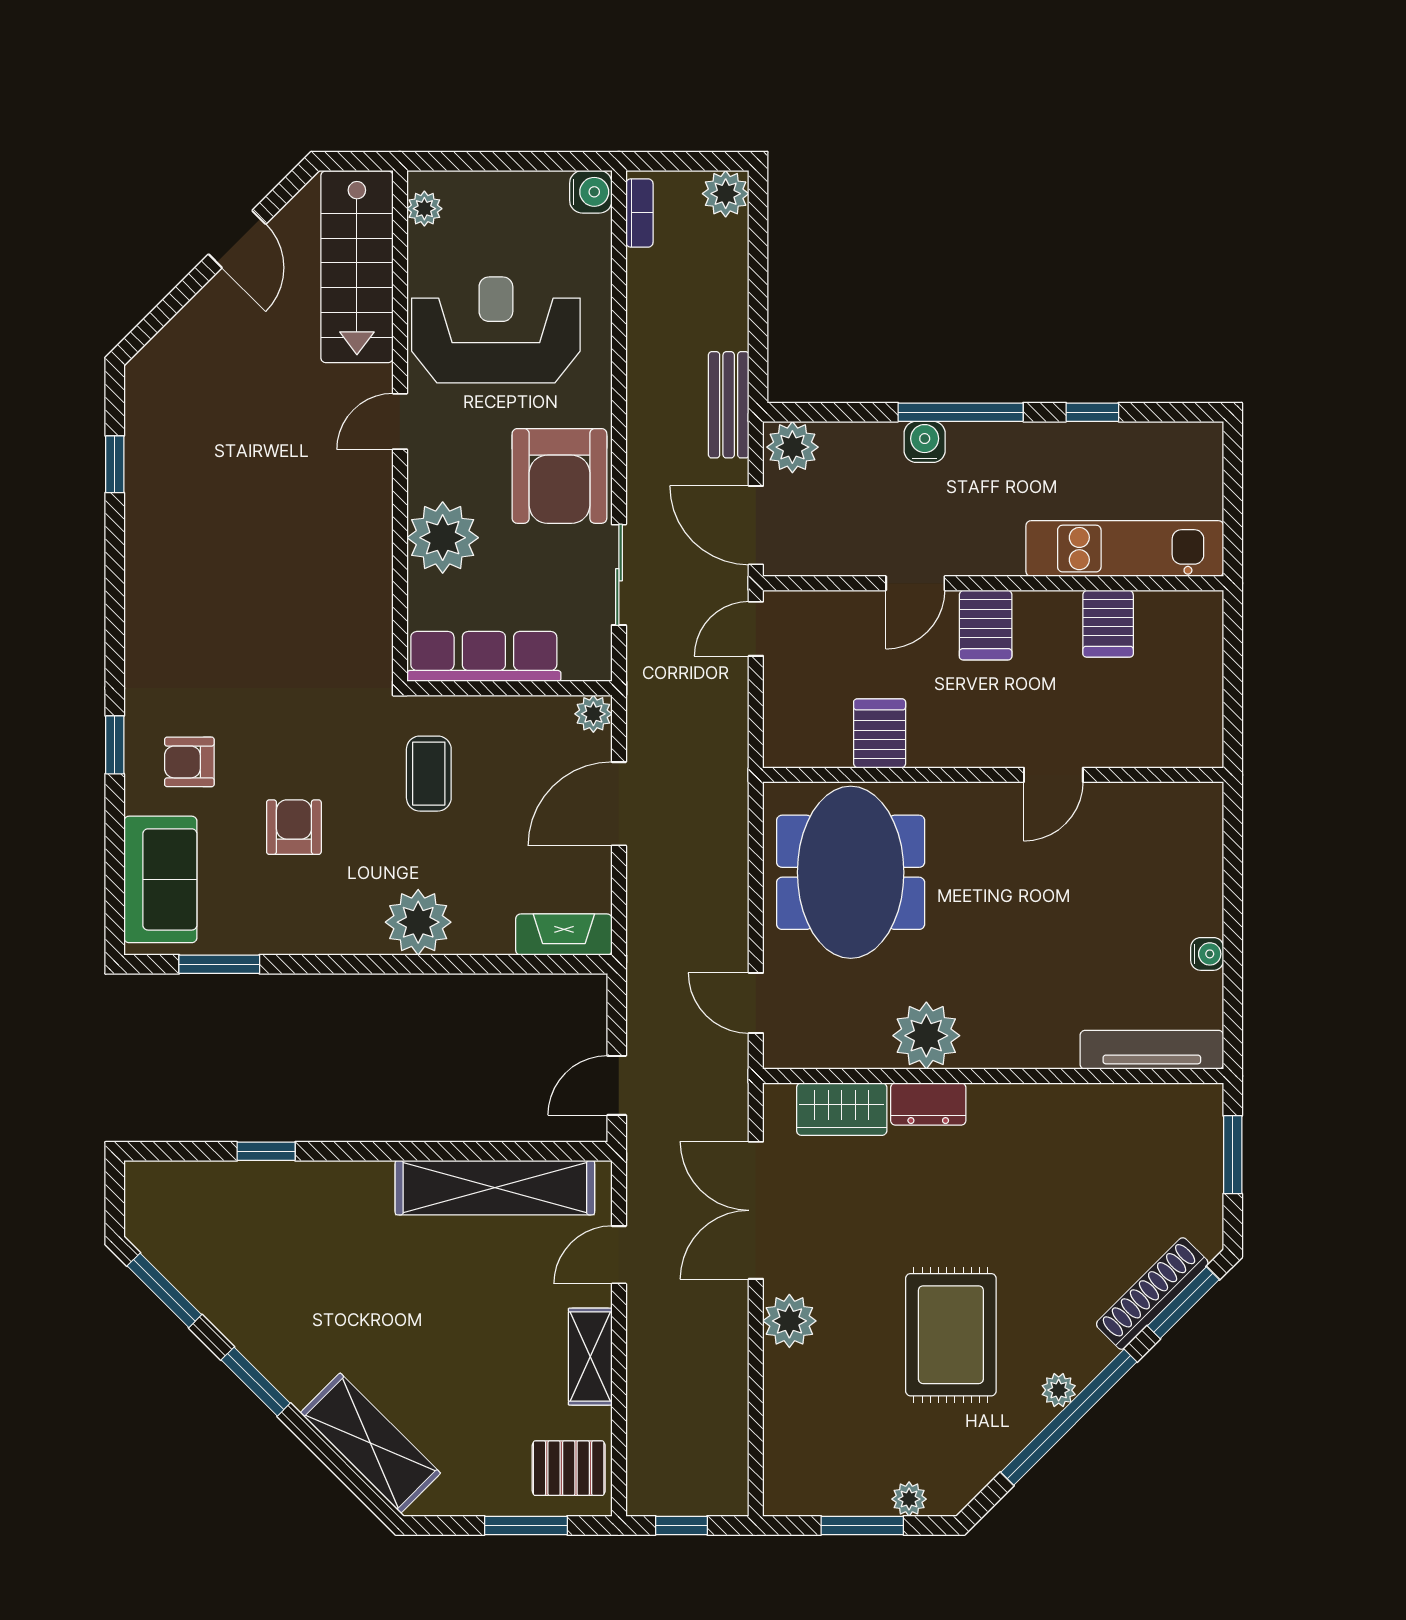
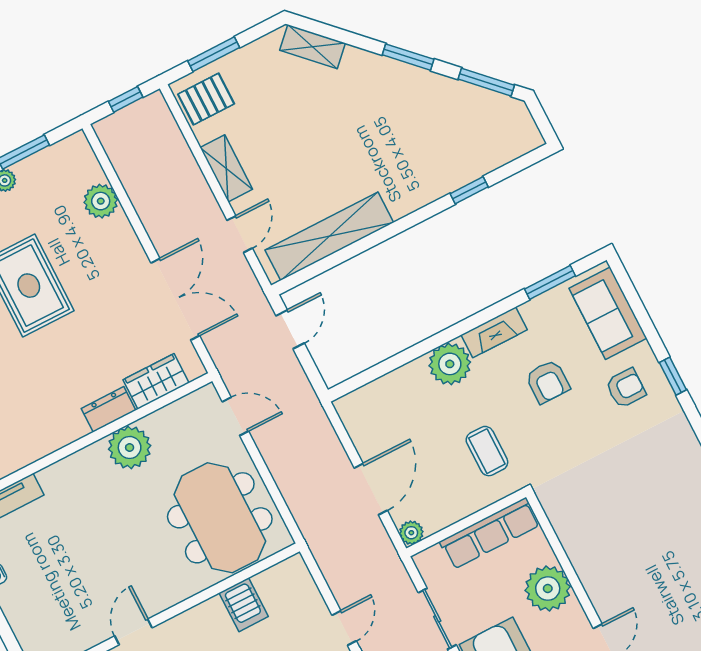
fireplace: (564, 935) -> (494, 332), moved
plant: (789, 1321) -> (101, 201), moved
shelving: (370, 1443) -> (312, 47), width x0.67, depth x0.75

